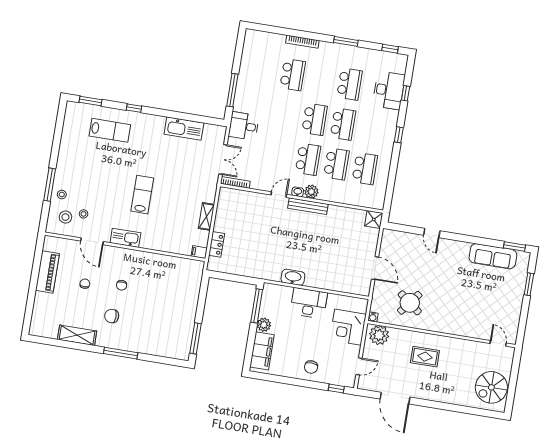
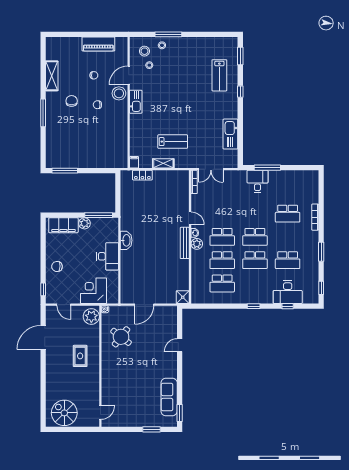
desk: (244, 126) -> (257, 181), moved
lab bench: (142, 195) -> (173, 142), moved
stool: (112, 257) -> (119, 93), added

